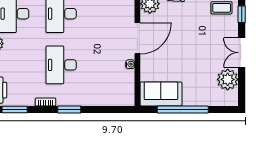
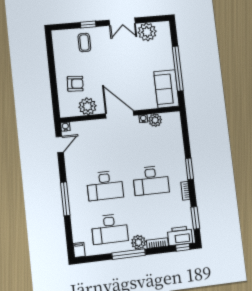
plant: (127, 77) -> (155, 120), added

